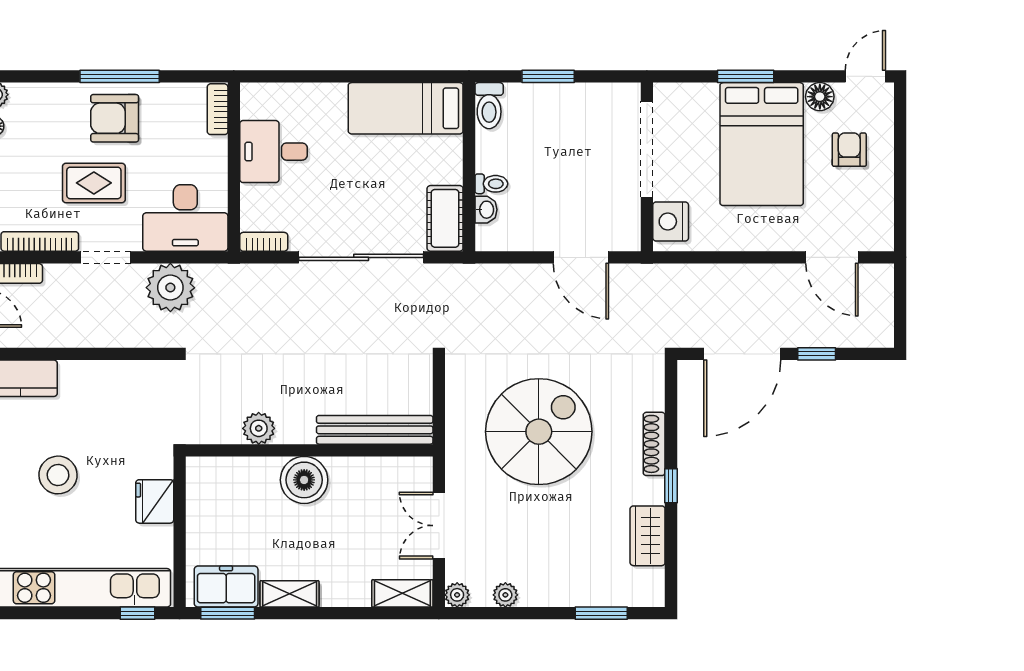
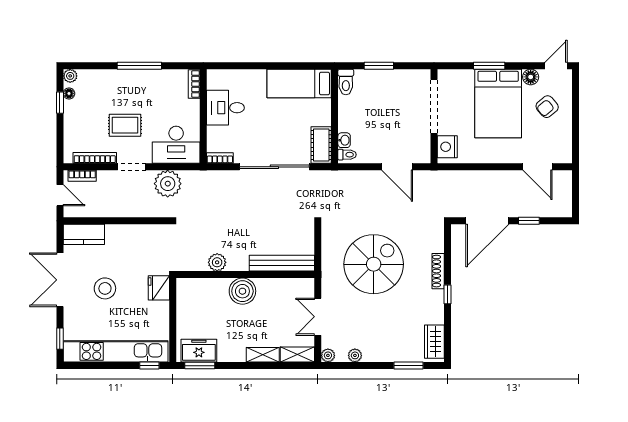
armchair: (115, 118) -> (137, 89), removed
armchair: (849, 150) -> (547, 107), turned -130
toilet: (491, 184) -> (347, 155), moved
fridge: (155, 501) -> (159, 288), moved
wardrobe: (648, 536) -> (434, 342), moved
shelving: (290, 594) -> (263, 355), moved

